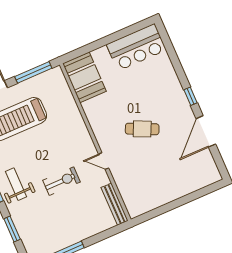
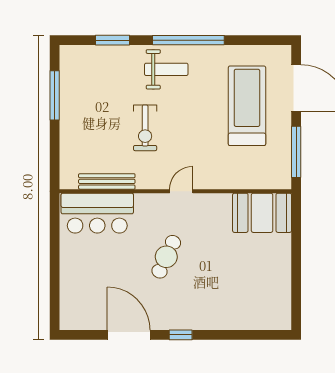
bar counter: (136, 47) -> (97, 213), moved, turned -90
door: (104, 161) -> (181, 191), moved
bench: (115, 204) -> (107, 181), moved

